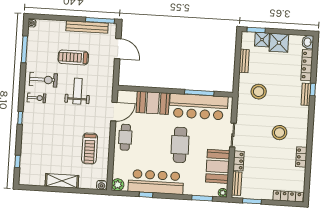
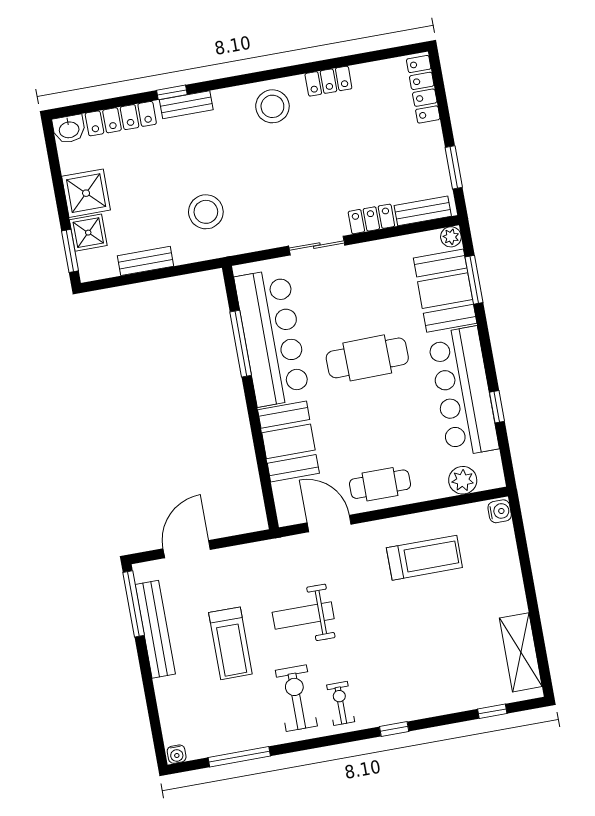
stool: (279, 133) -> (272, 106), moved
booth: (218, 166) -> (445, 291), moved, turned 90
shelving: (62, 181) -> (521, 652), moved
plant: (118, 185) -> (463, 480), moved

